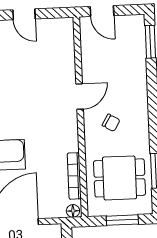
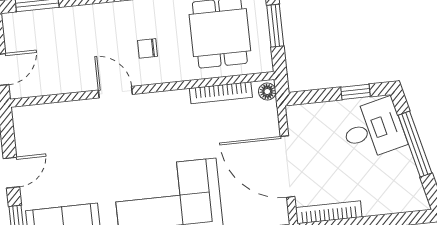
chair: (111, 123) -> (148, 48), turned -121

